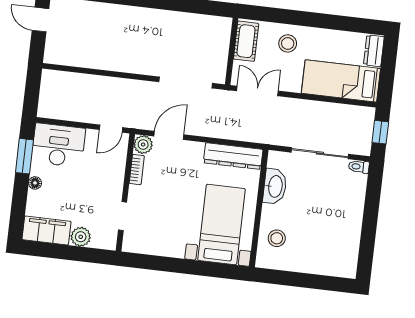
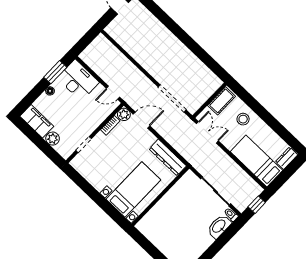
washbasin: (275, 186) -> (219, 226), moved, turned 180
stool: (277, 238) -> (158, 220), removed

